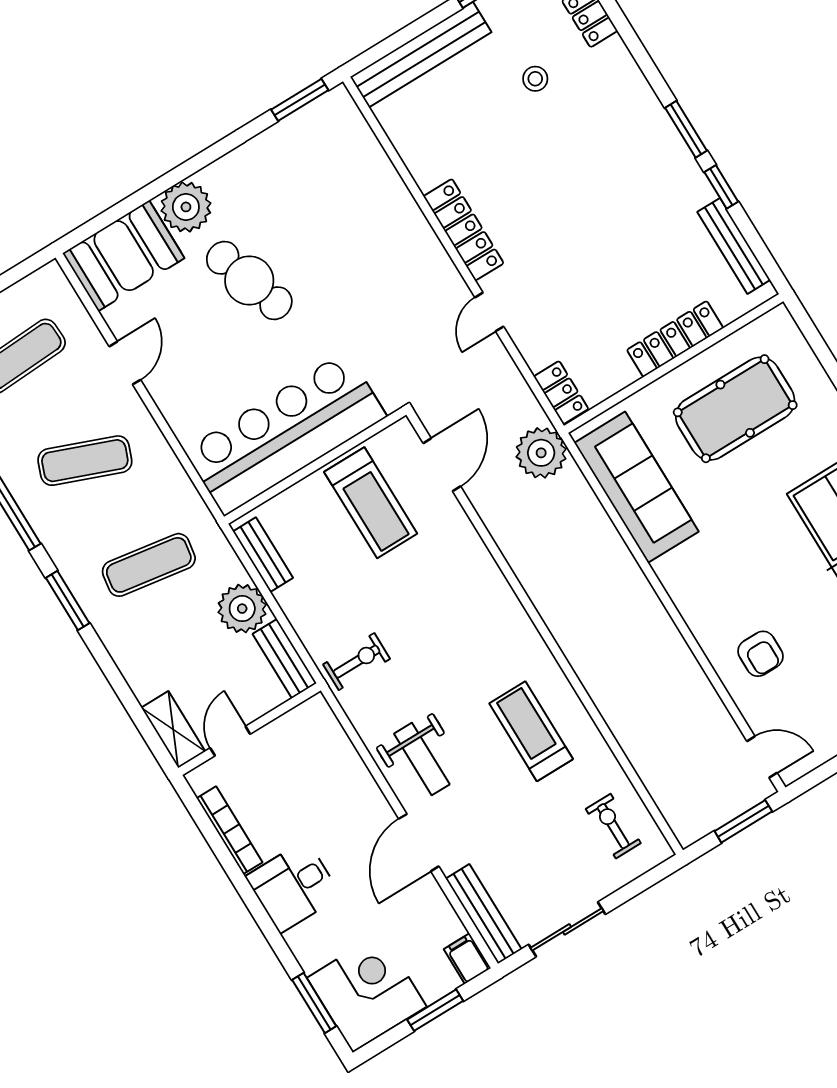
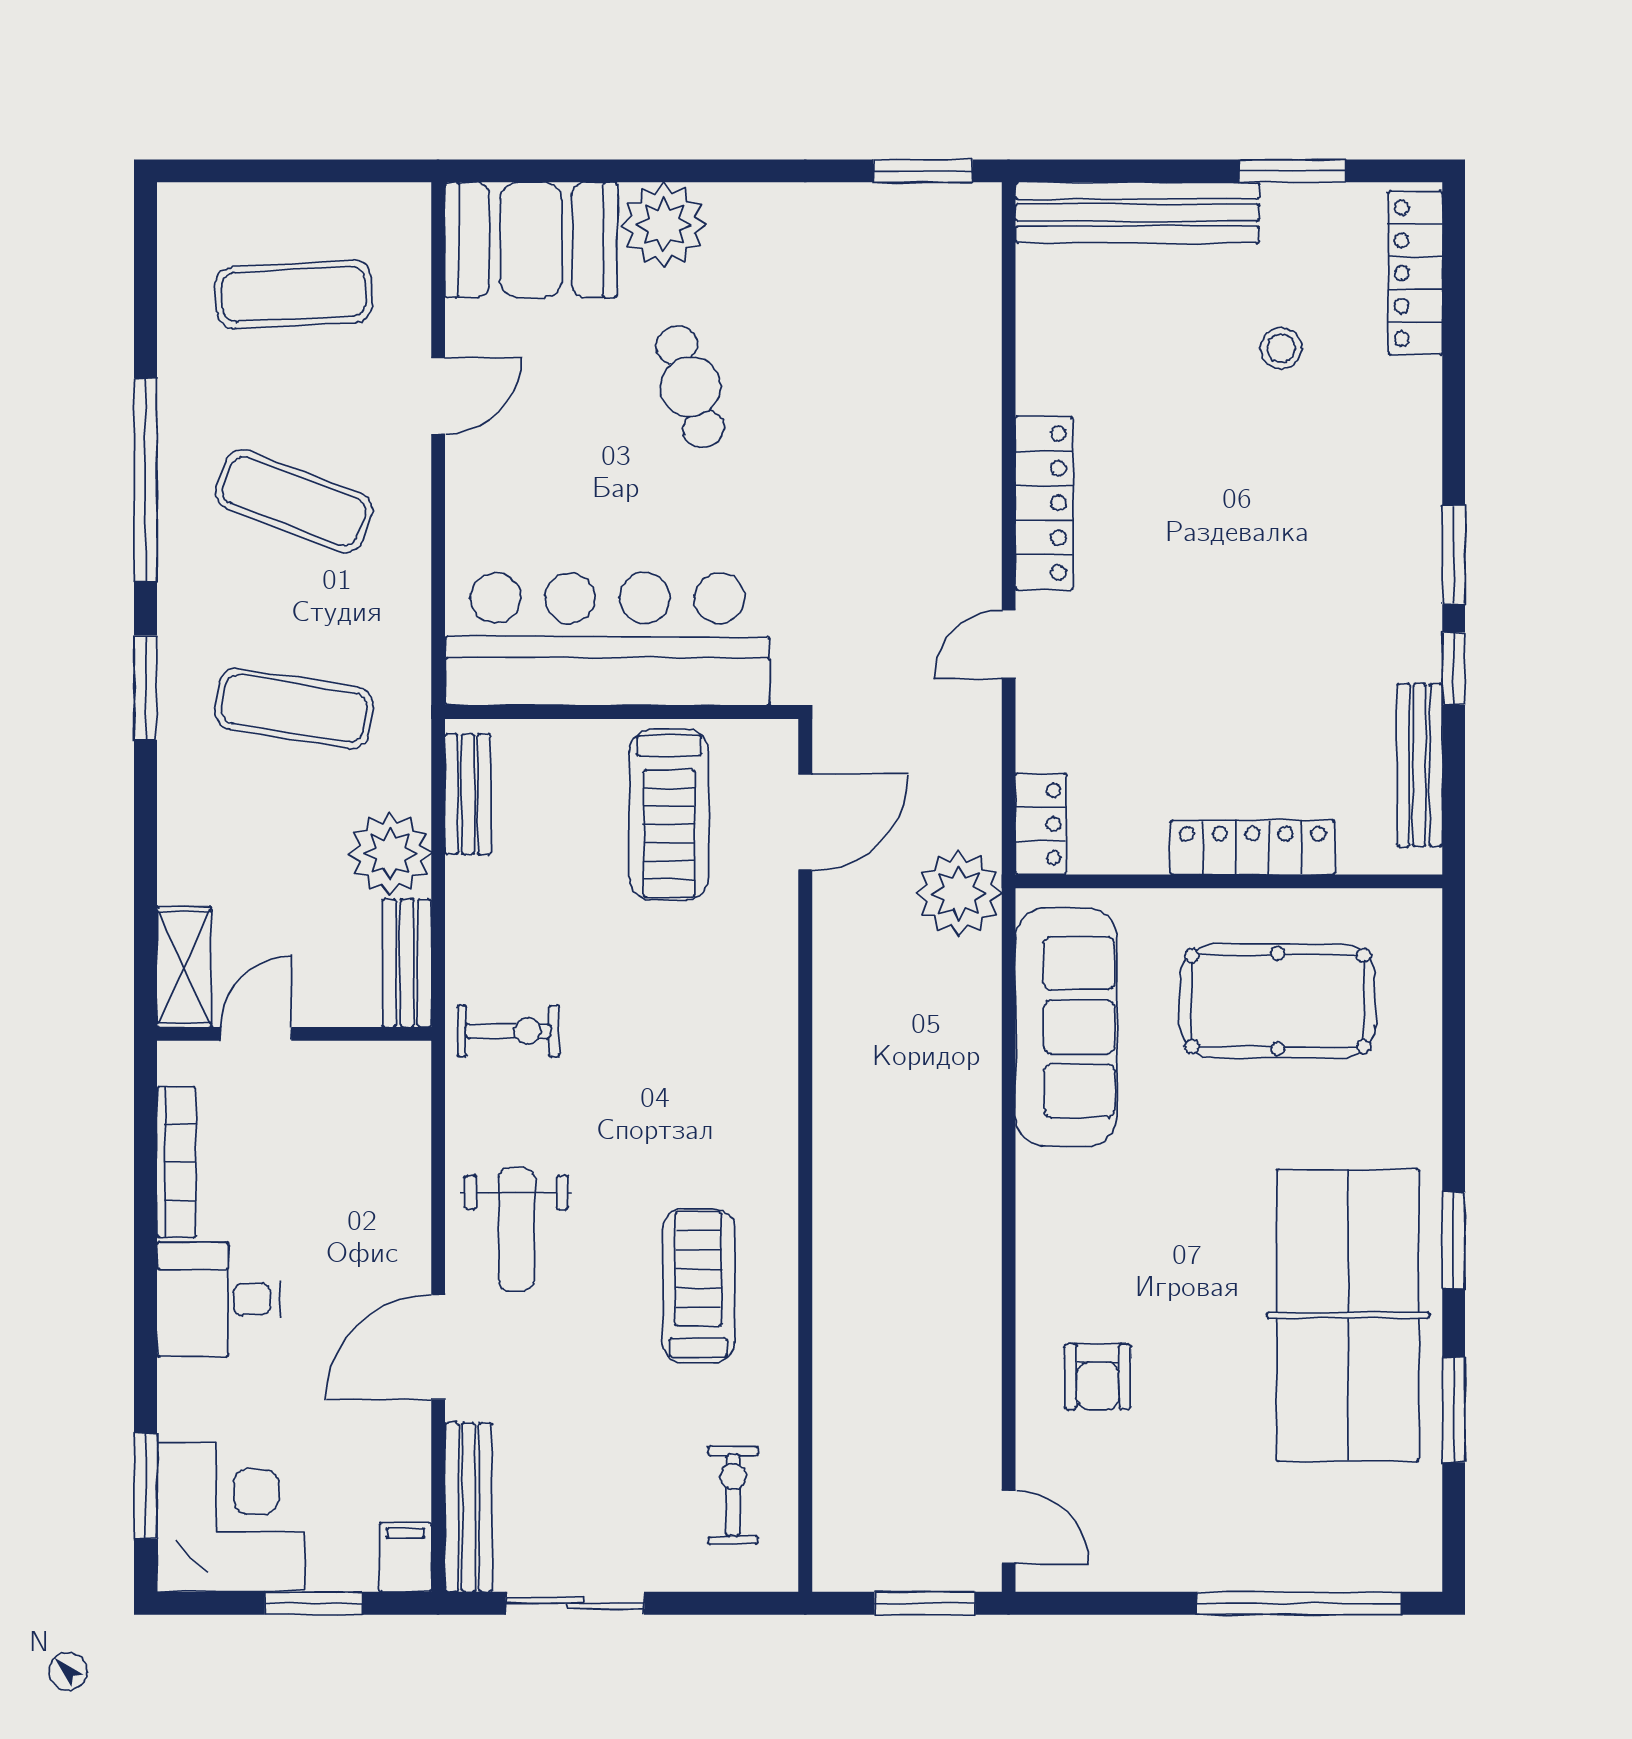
cafe table: (249, 281) -> (690, 387), width x0.73, depth x0.74

